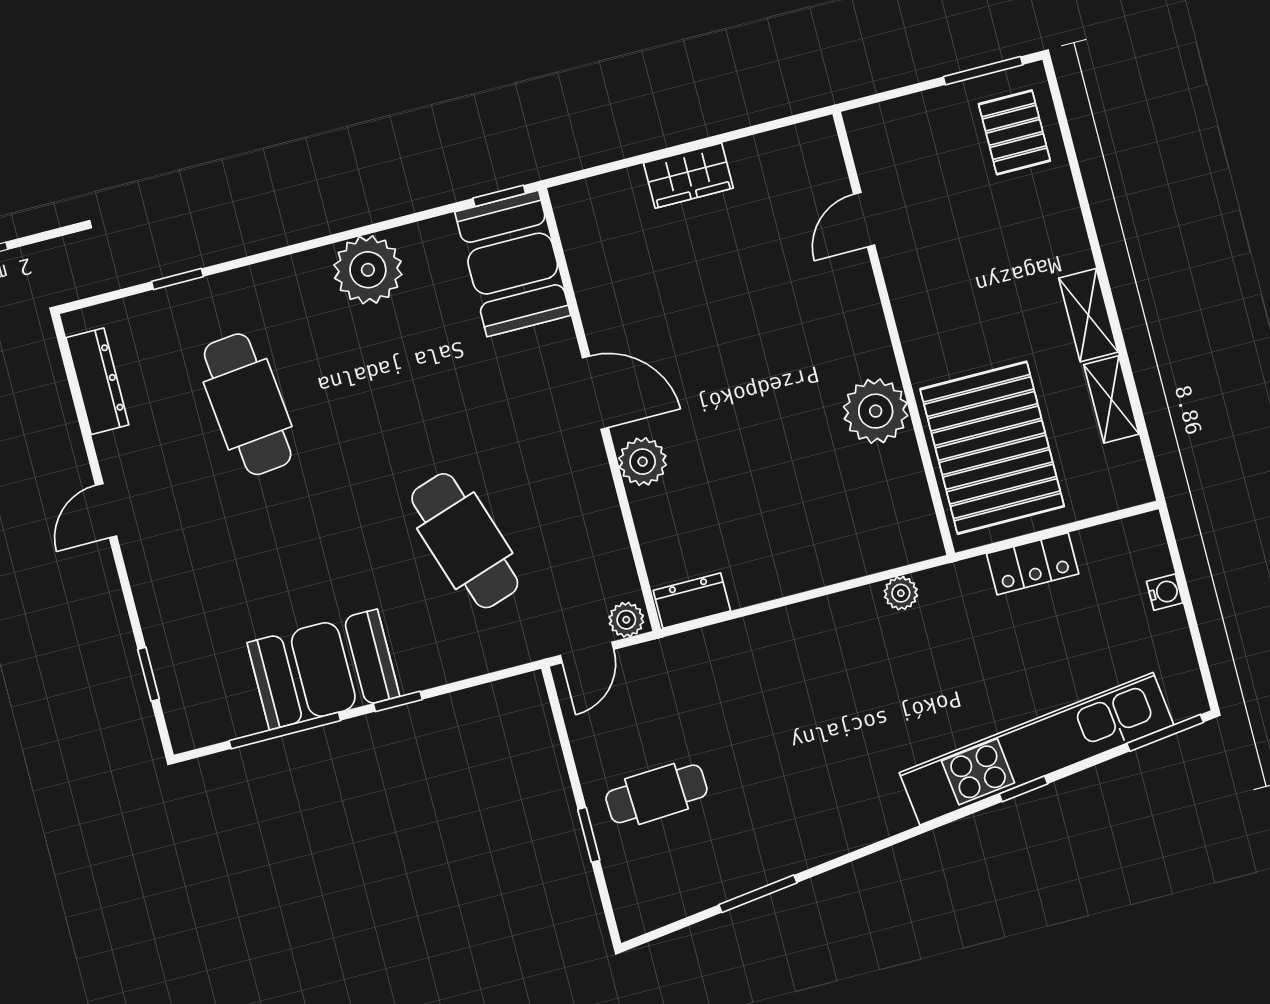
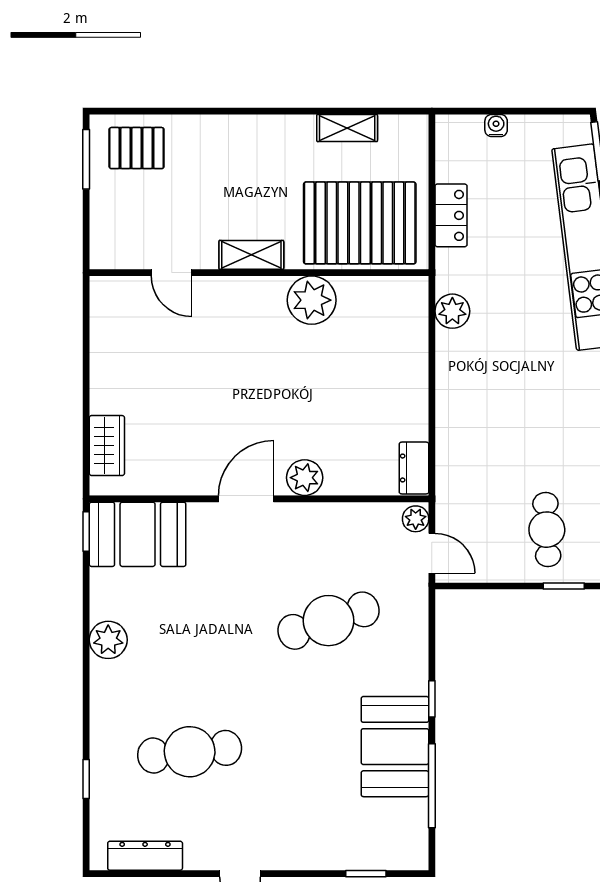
wardrobe: (688, 176) -> (107, 446), moved
plant: (368, 270) -> (108, 640), width x0.73, depth x0.73
shelving: (1088, 315) -> (251, 255), moved
plant: (901, 593) -> (452, 311), width x1.38, depth x1.38

